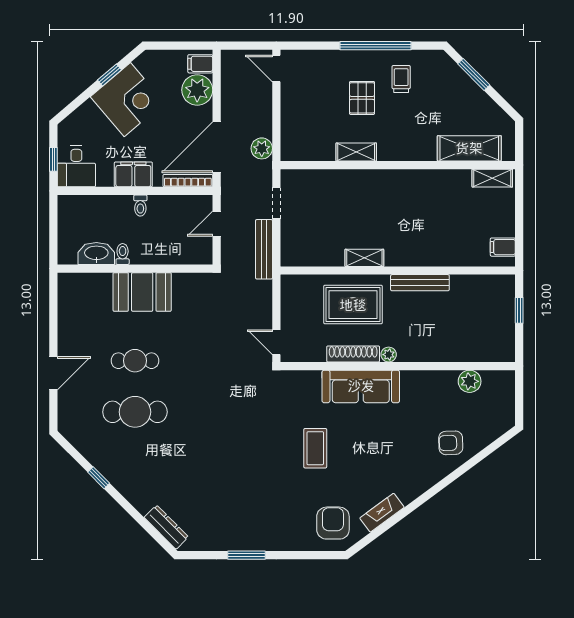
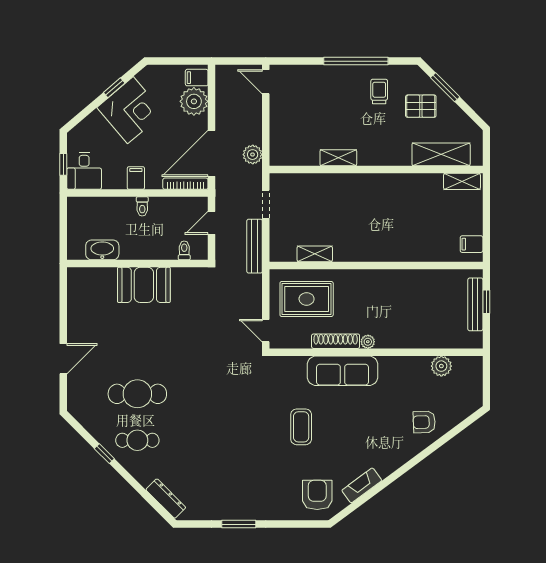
pallet: (362, 98) -> (421, 106), moved, turned 90
filing cabinet: (133, 174) -> (136, 178), width x0.50
toilet: (123, 254) -> (184, 250), moved
shelving: (364, 258) -> (315, 254), moved
bench: (420, 283) -> (475, 304), moved, turned 90
rug: (353, 305) -> (307, 299), moved
cafe table: (135, 361) -> (137, 440), moved

